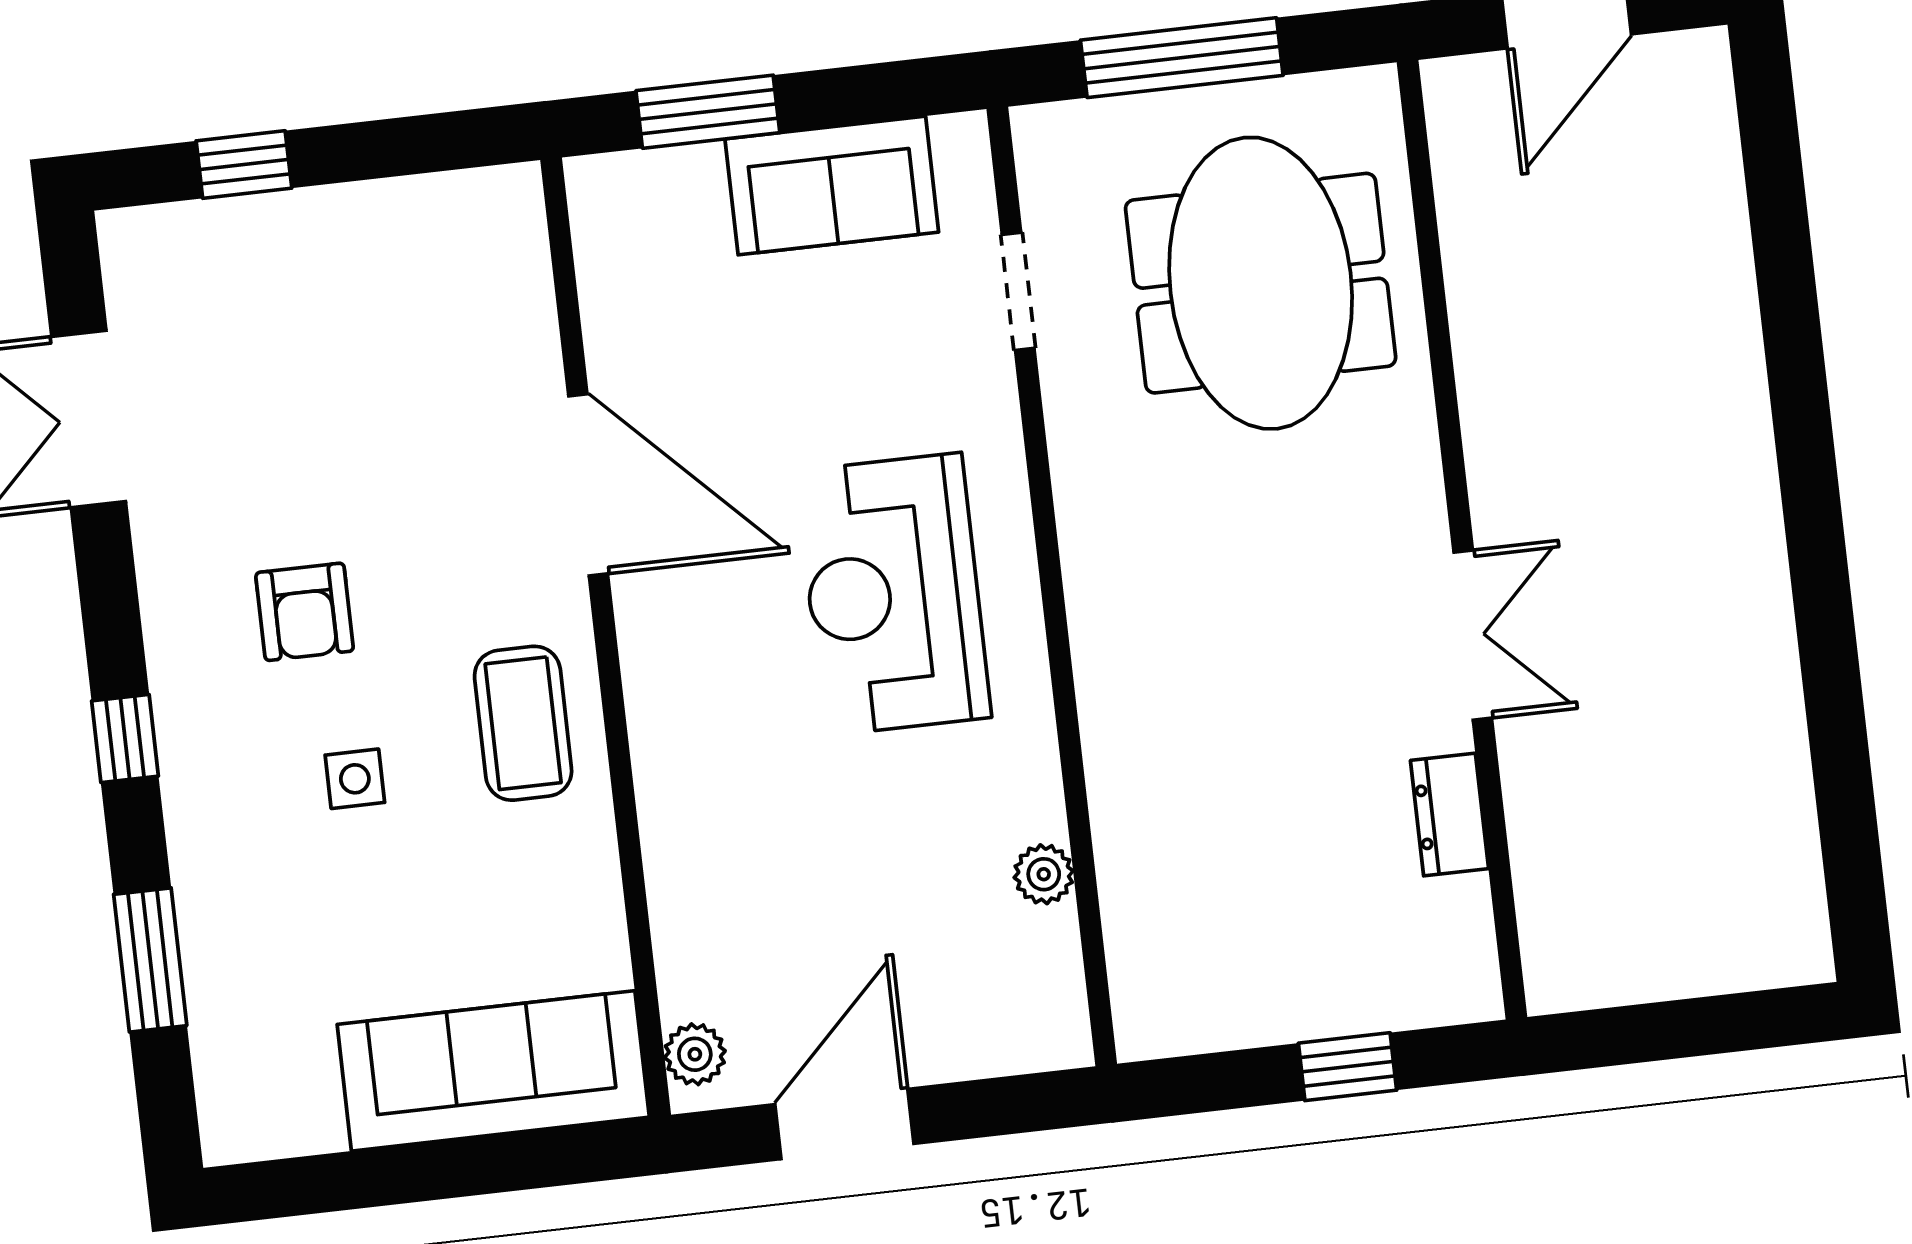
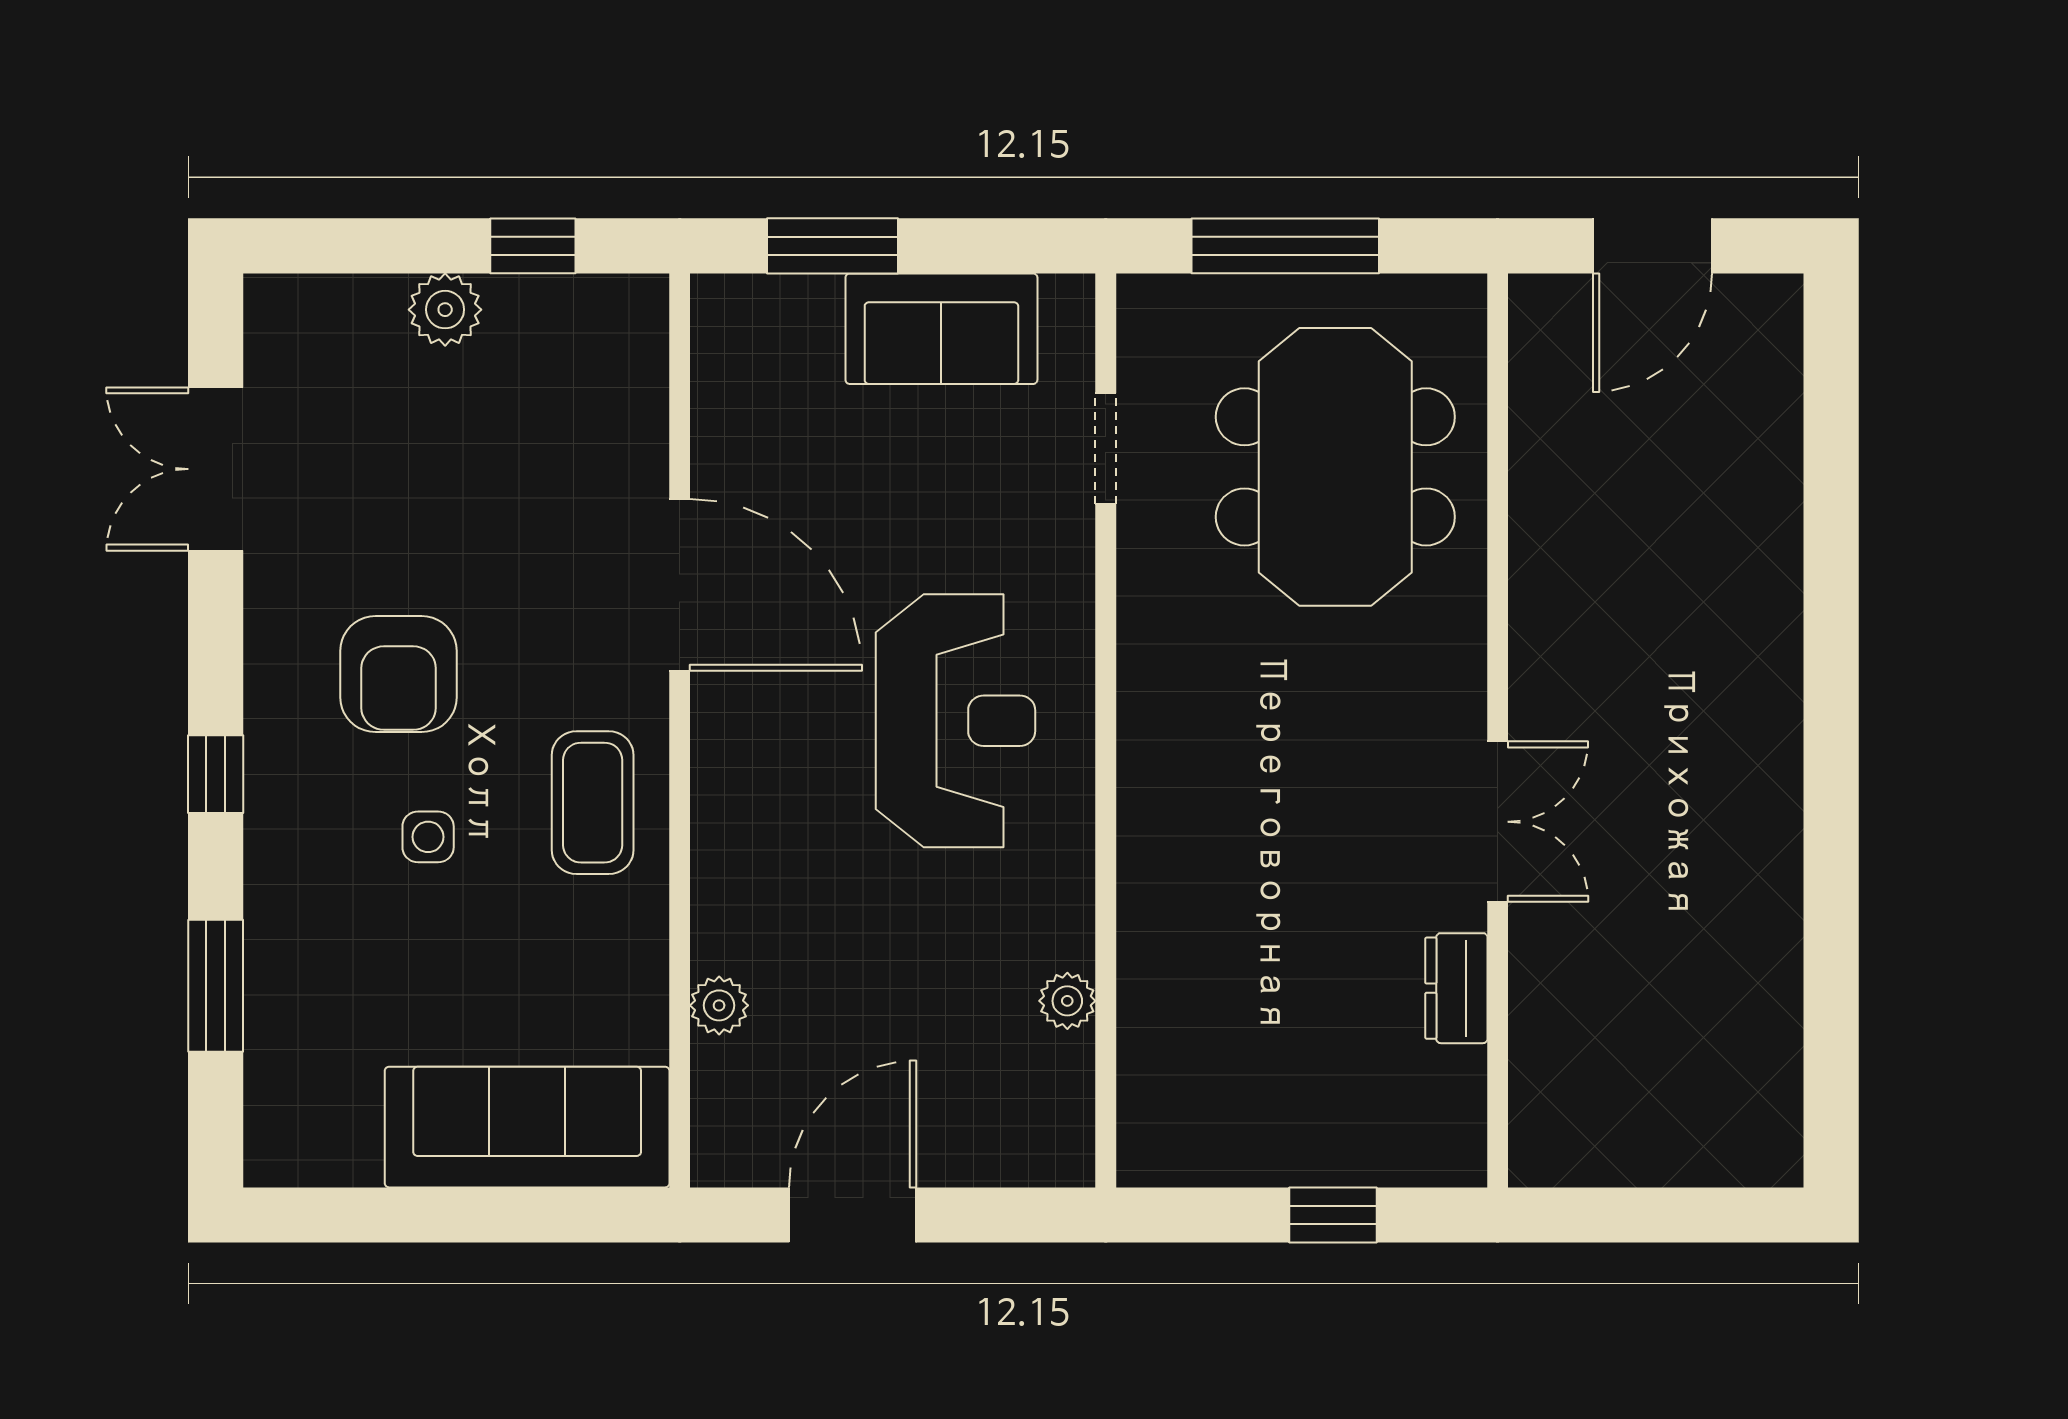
window: (244, 165) -> (533, 246), moved
plant: (310, 225) -> (445, 310), added
reception desk: (893, 594) -> (956, 721), turned 180
armchair: (305, 612) -> (399, 674), width x1.38, depth x1.38
plant: (695, 1054) -> (719, 1005), moved

